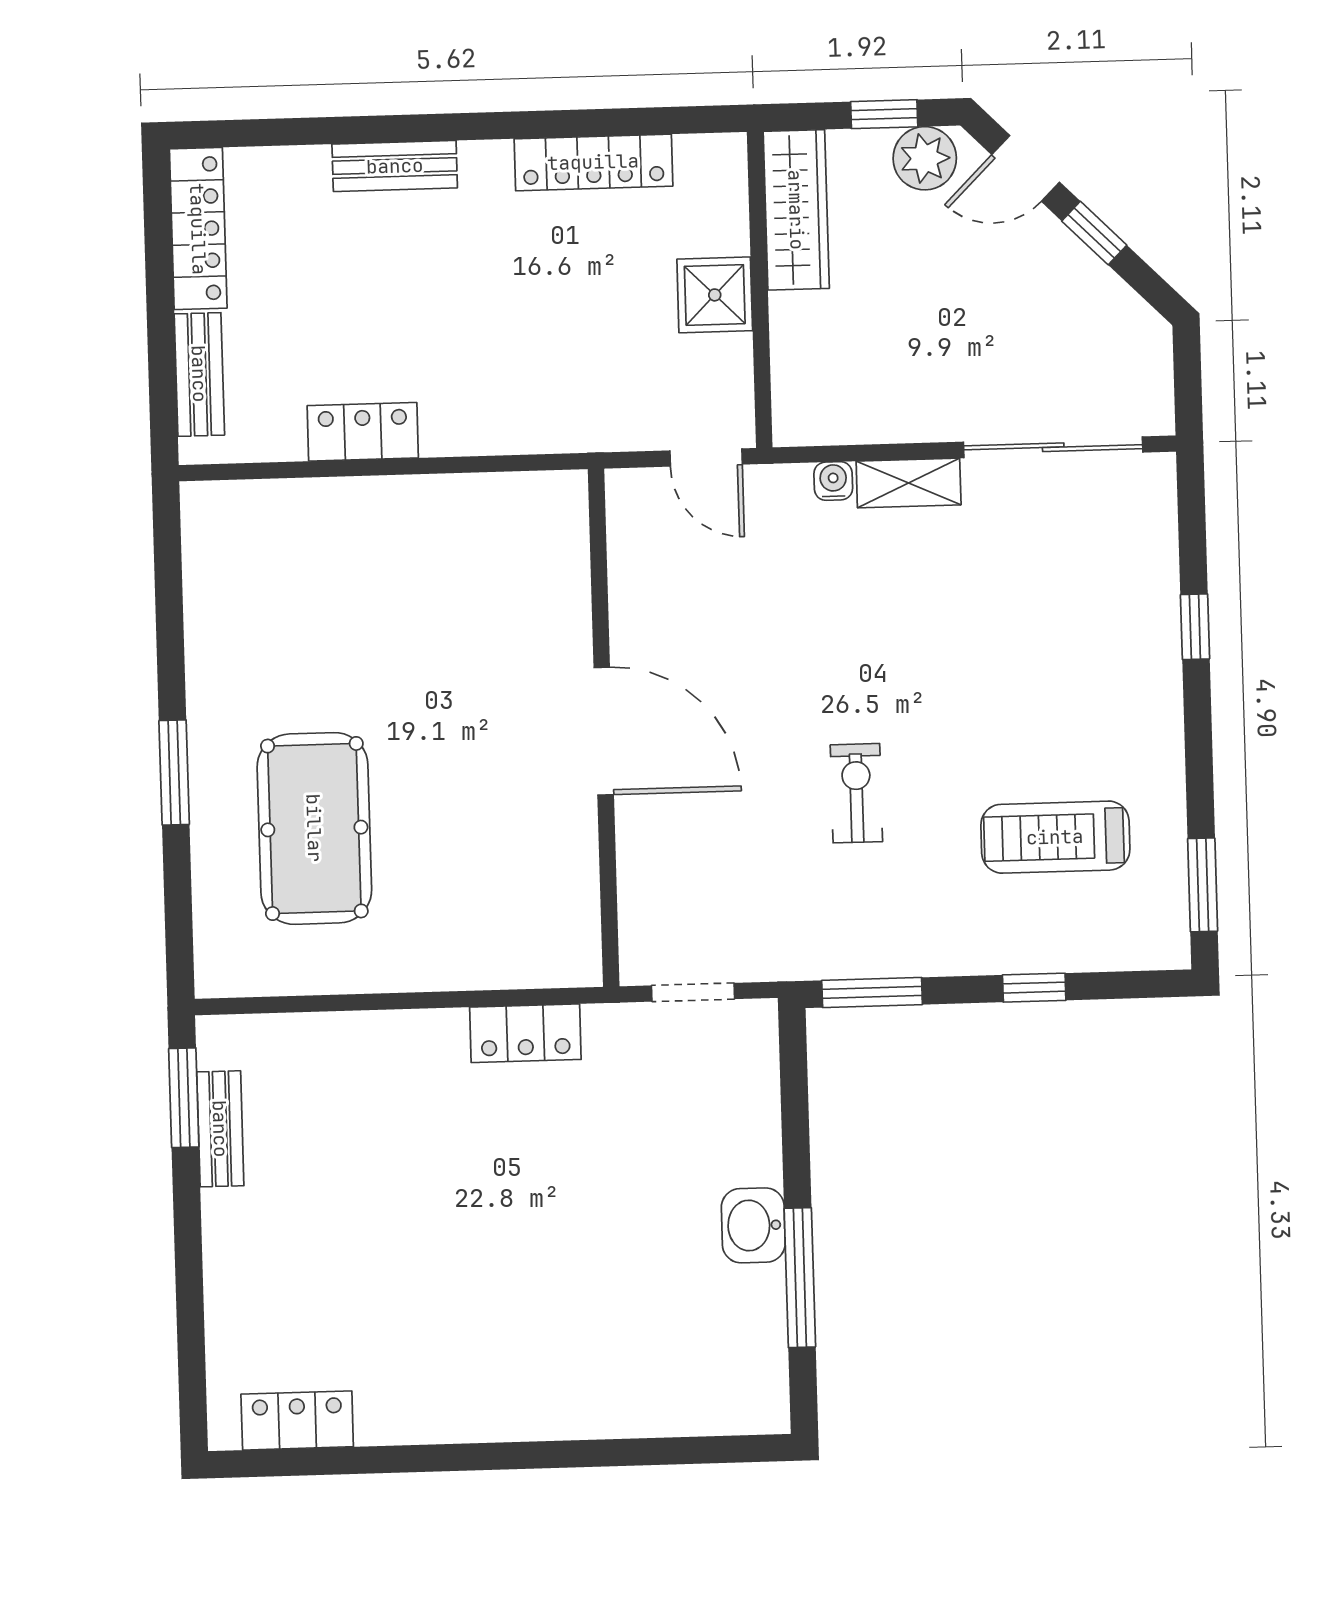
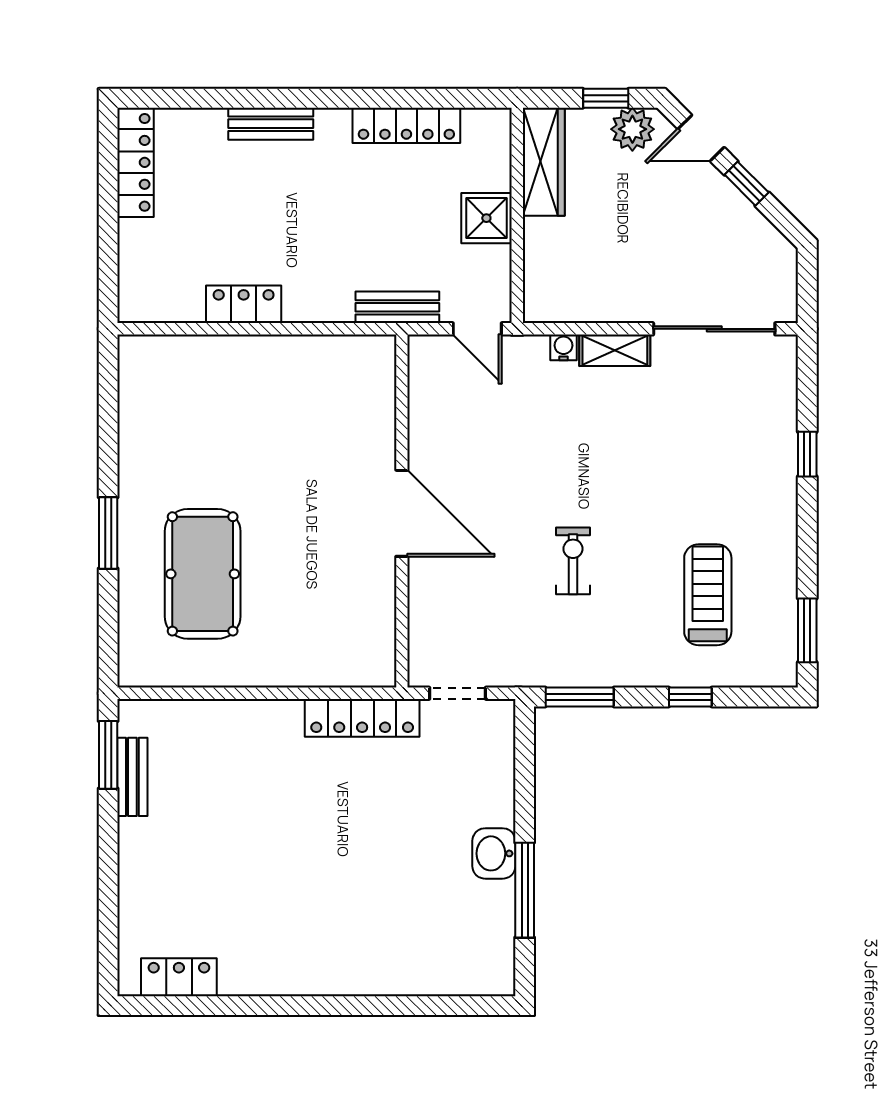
bench: (199, 374) -> (397, 307), moved, turned 90
treadmill: (1055, 837) -> (708, 595), turned 90
locker: (525, 1033) -> (362, 718), width x1.53

